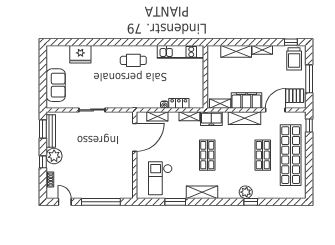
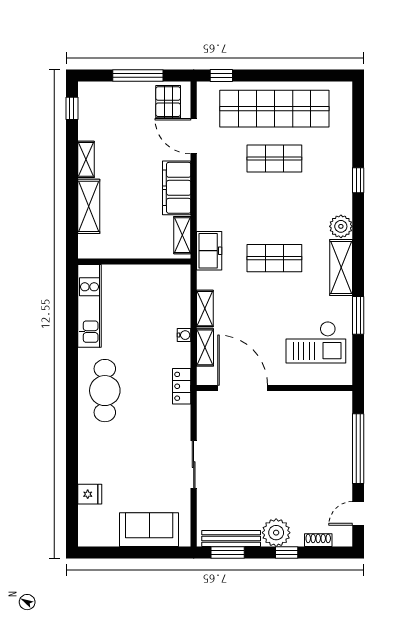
fridge: (80, 54) -> (90, 494), width x0.53, depth x0.75
trolley: (294, 59) -> (102, 103), removed
cafe table: (133, 60) -> (105, 391), width x1.37, depth x1.35
locker: (179, 103) -> (182, 386), moved
shelving: (189, 116) -> (205, 309), moved
shelving: (245, 118) -> (208, 191), removed
plant: (246, 192) -> (341, 226), moved

